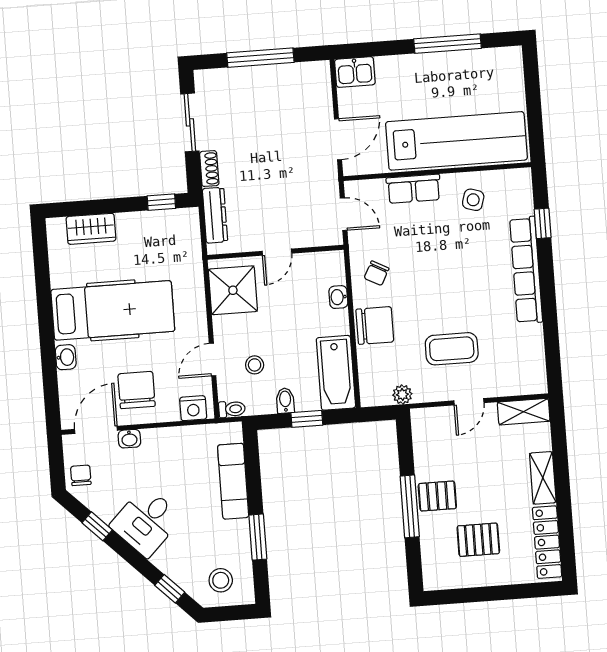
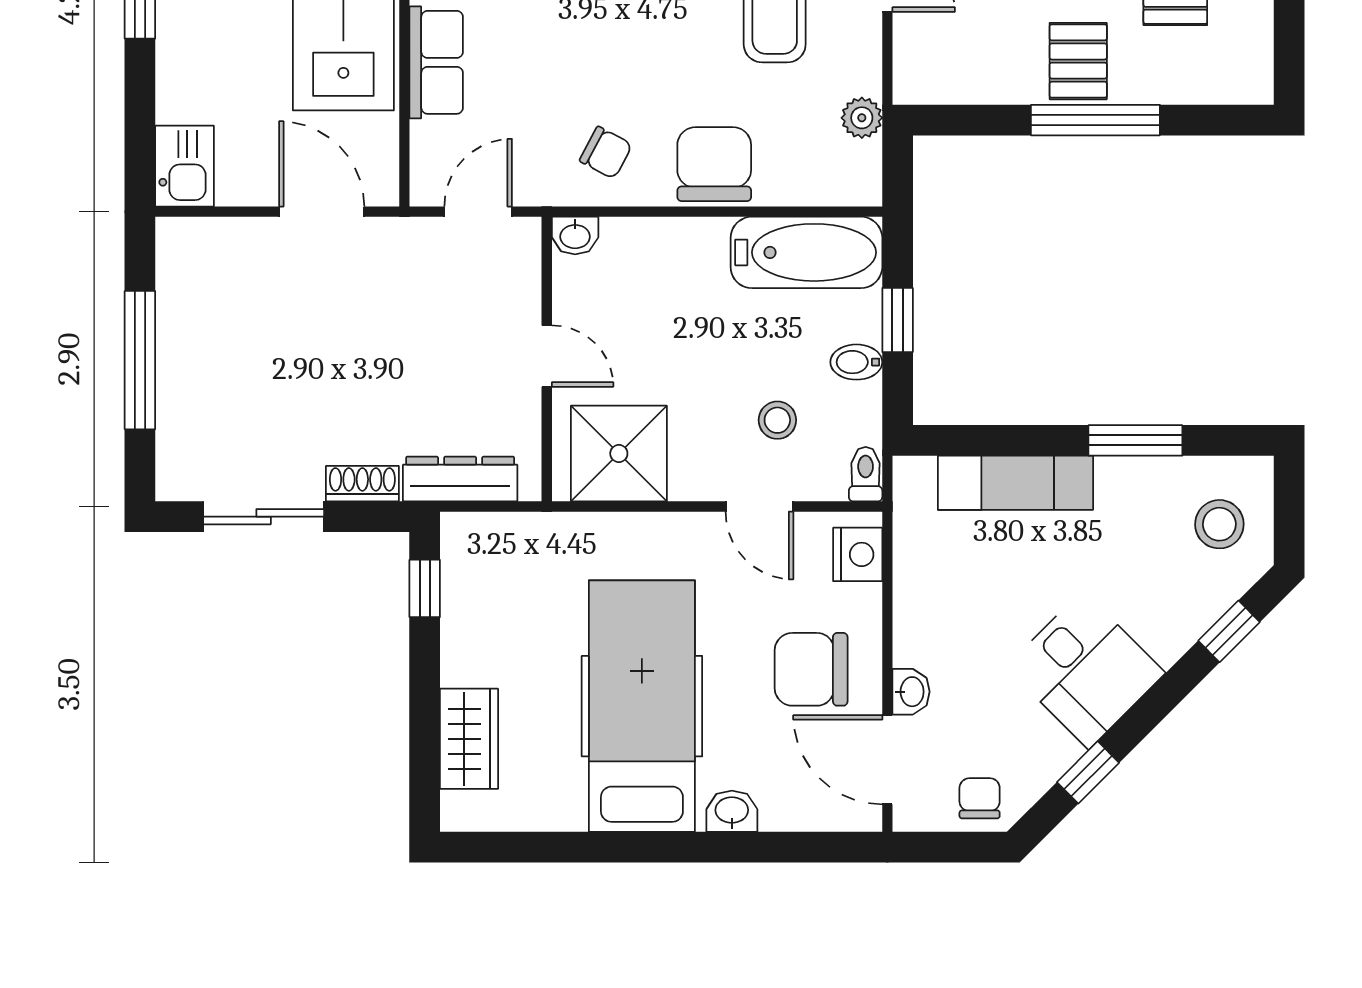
washbasin: (338, 297) -> (575, 235), moved
chair: (81, 475) -> (980, 798), turned 90

